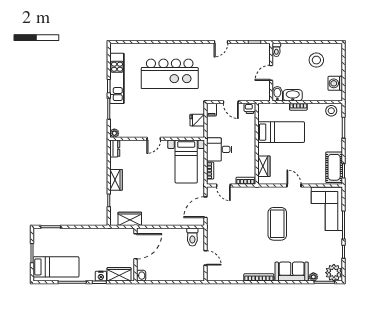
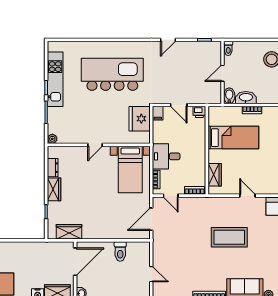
kitchen island: (170, 74) -> (112, 74), turned 180
fridge: (197, 120) -> (140, 119), width x1.88, depth x1.34
dresser: (115, 149) -> (53, 168), moved
coffee table: (277, 224) -> (229, 237), turned 90
toilet: (192, 237) -> (120, 251), moved

